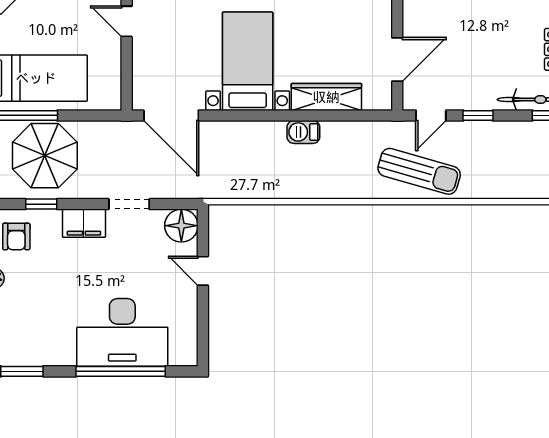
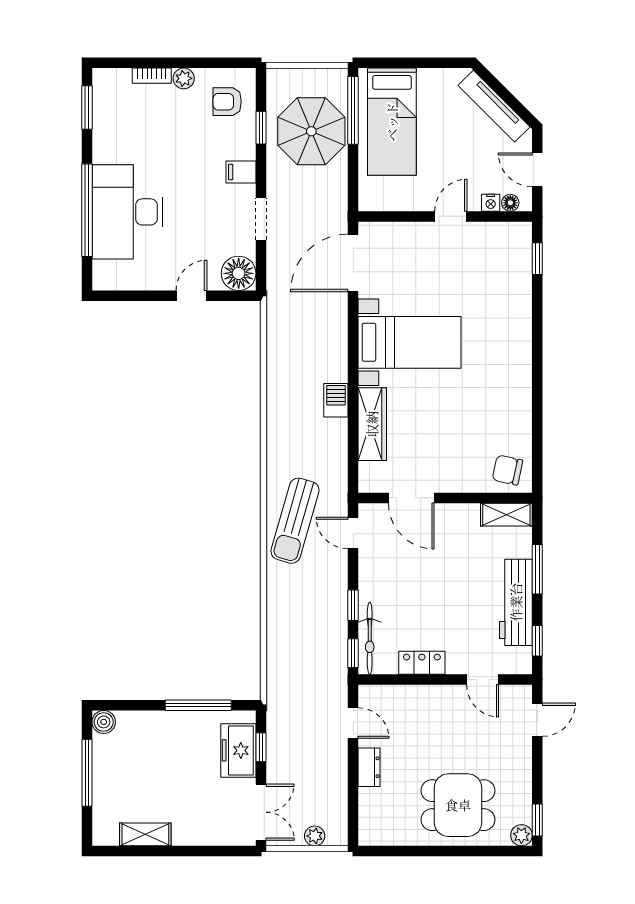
window: (478, 115) -> (353, 605), moved
filing cabinet: (84, 223) -> (241, 172), width x0.50

